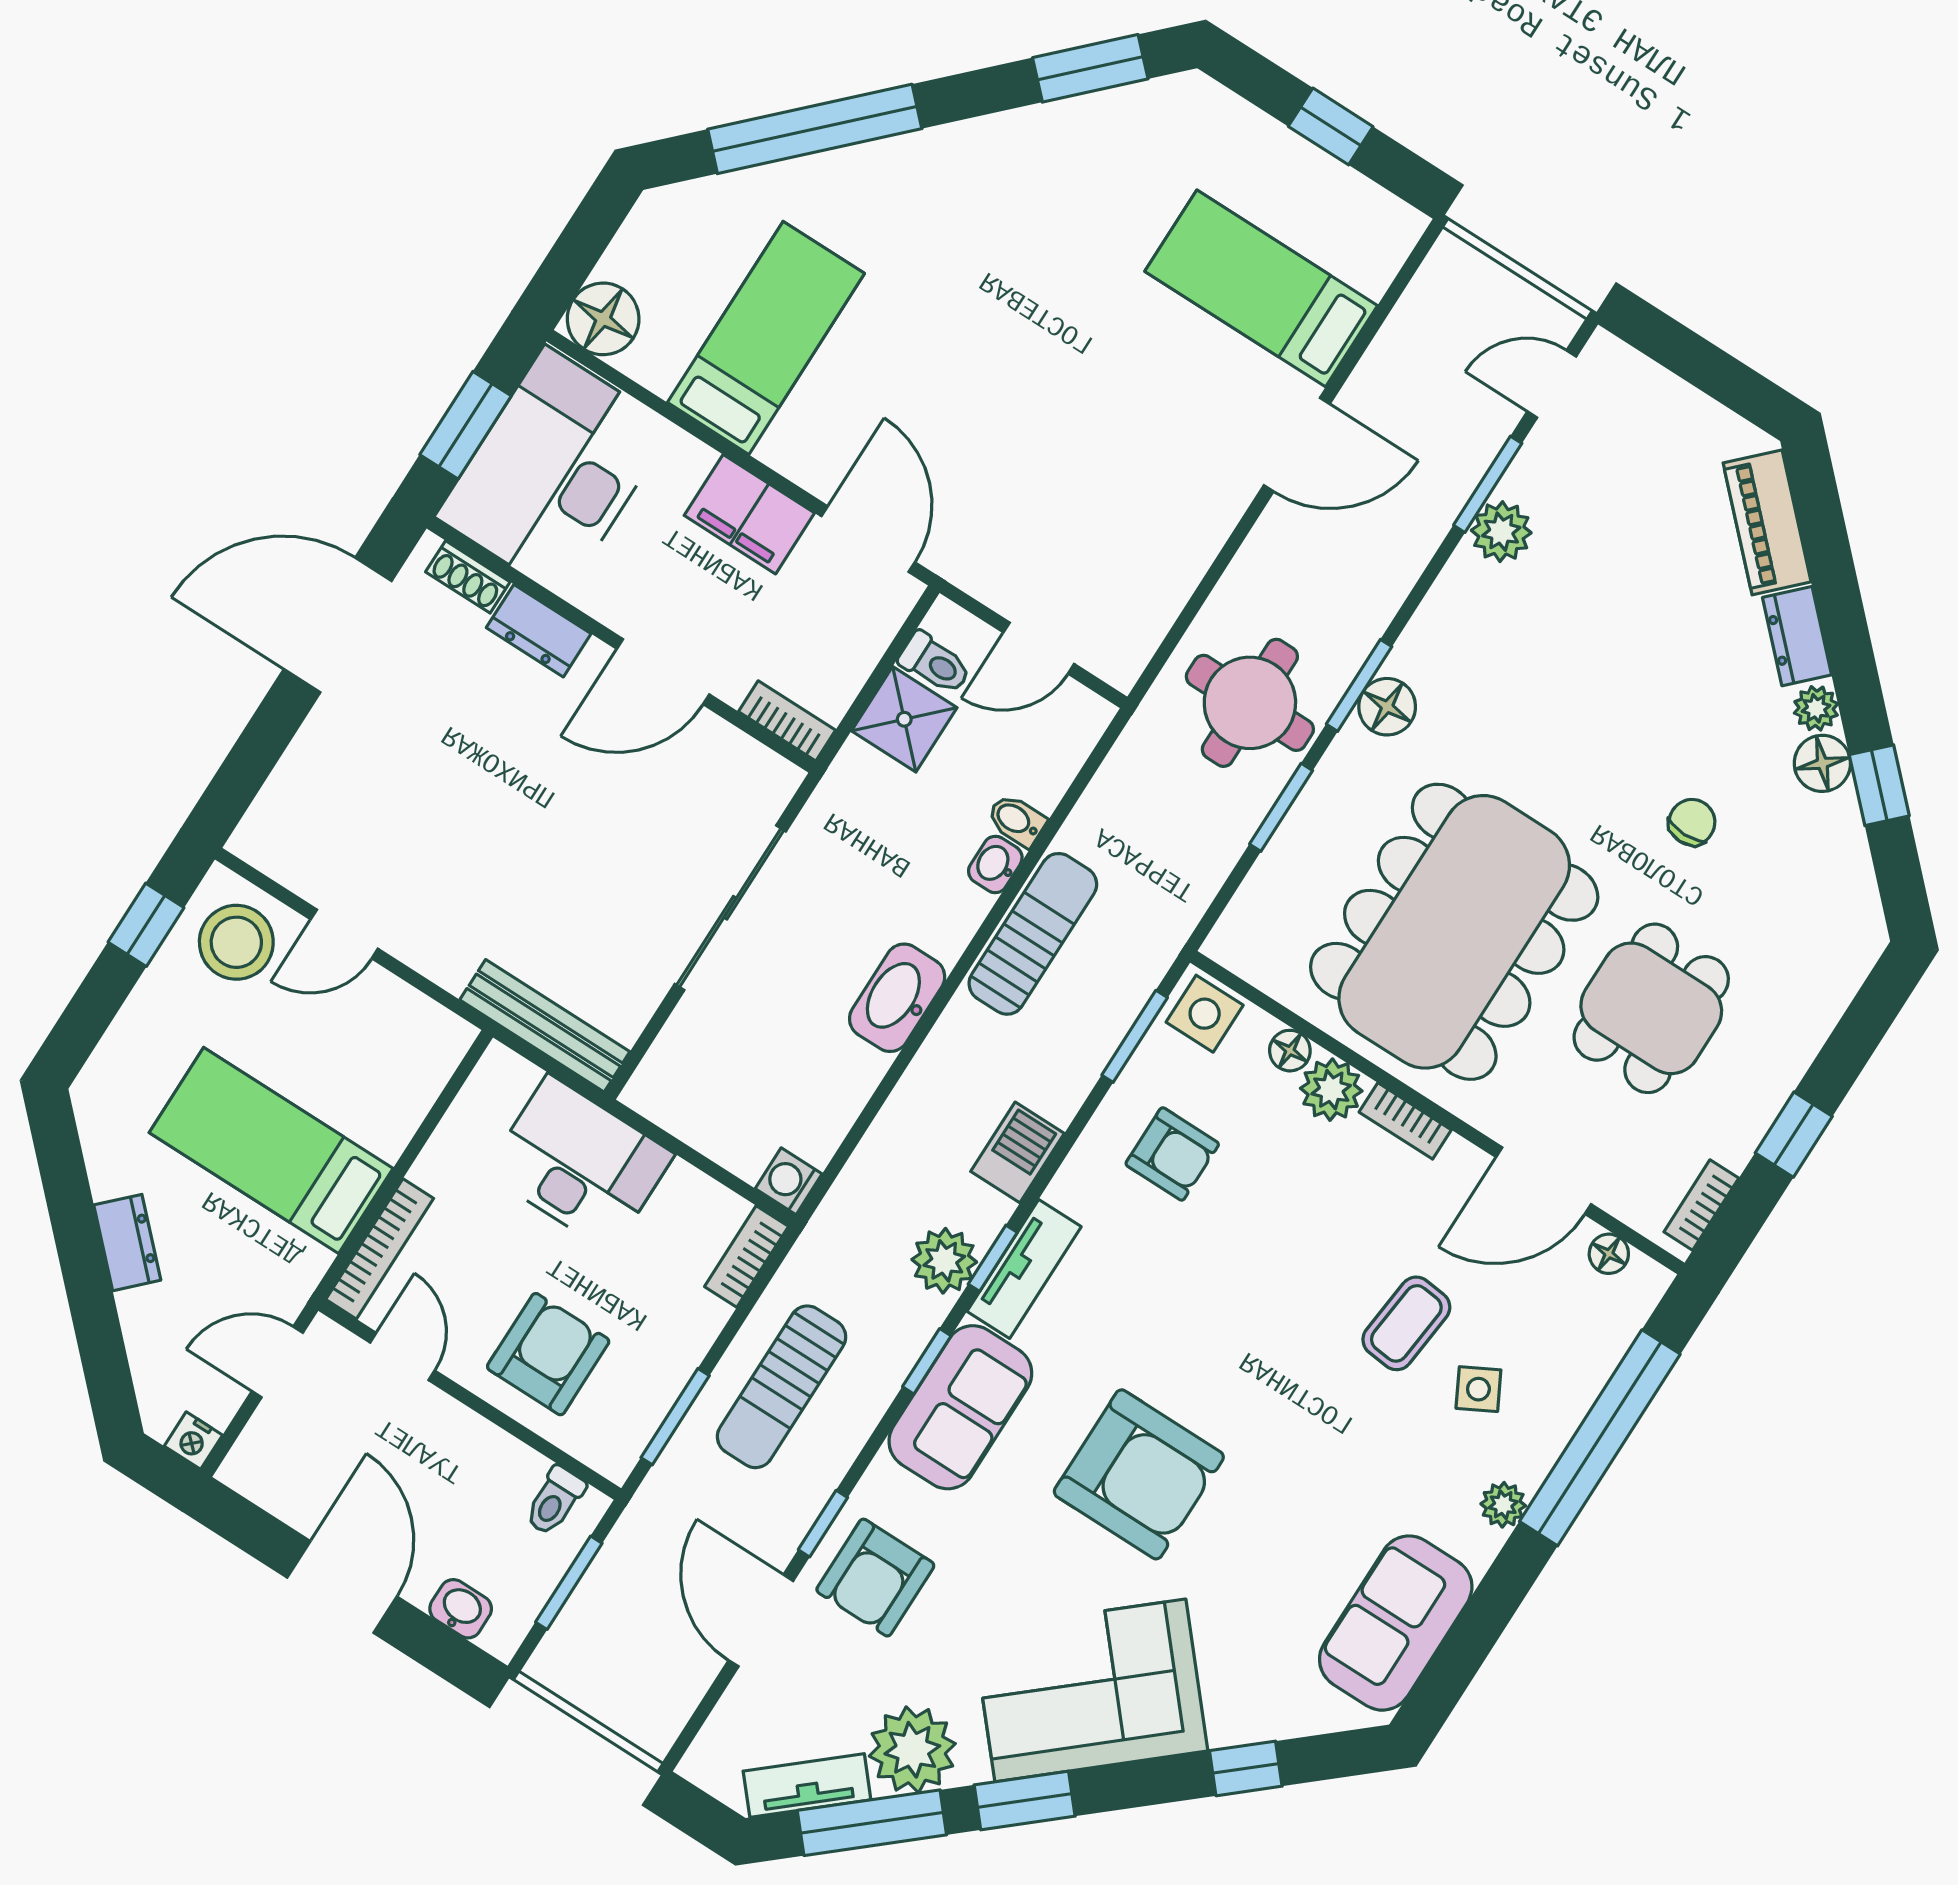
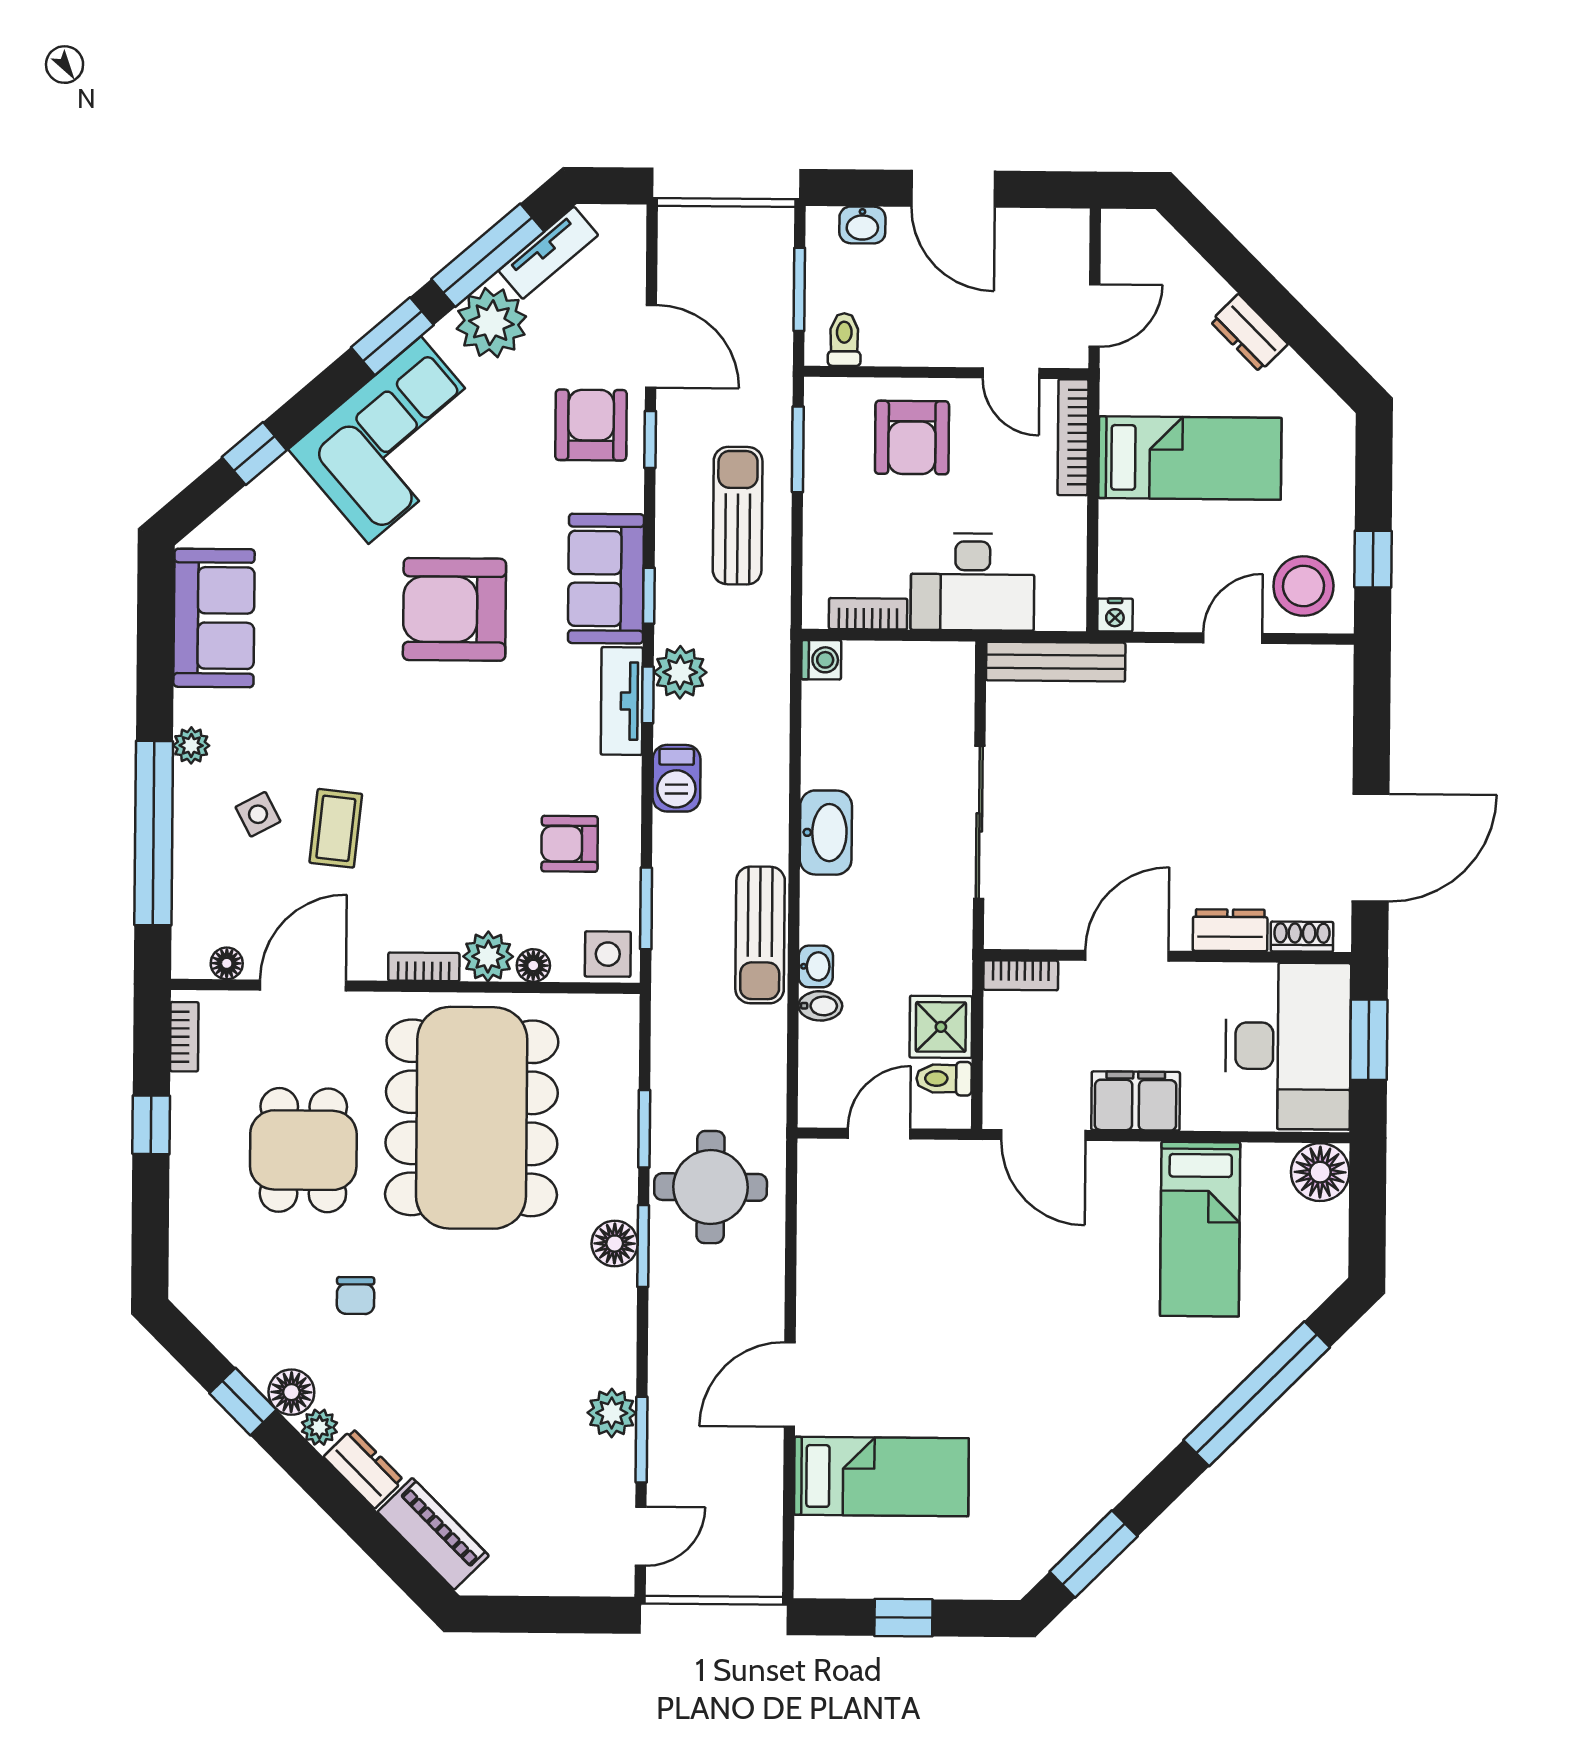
bookcase: (747, 1257) -> (868, 614), moved, turned -90
nightstand: (193, 1441) -> (1115, 615), moved, turned 180

